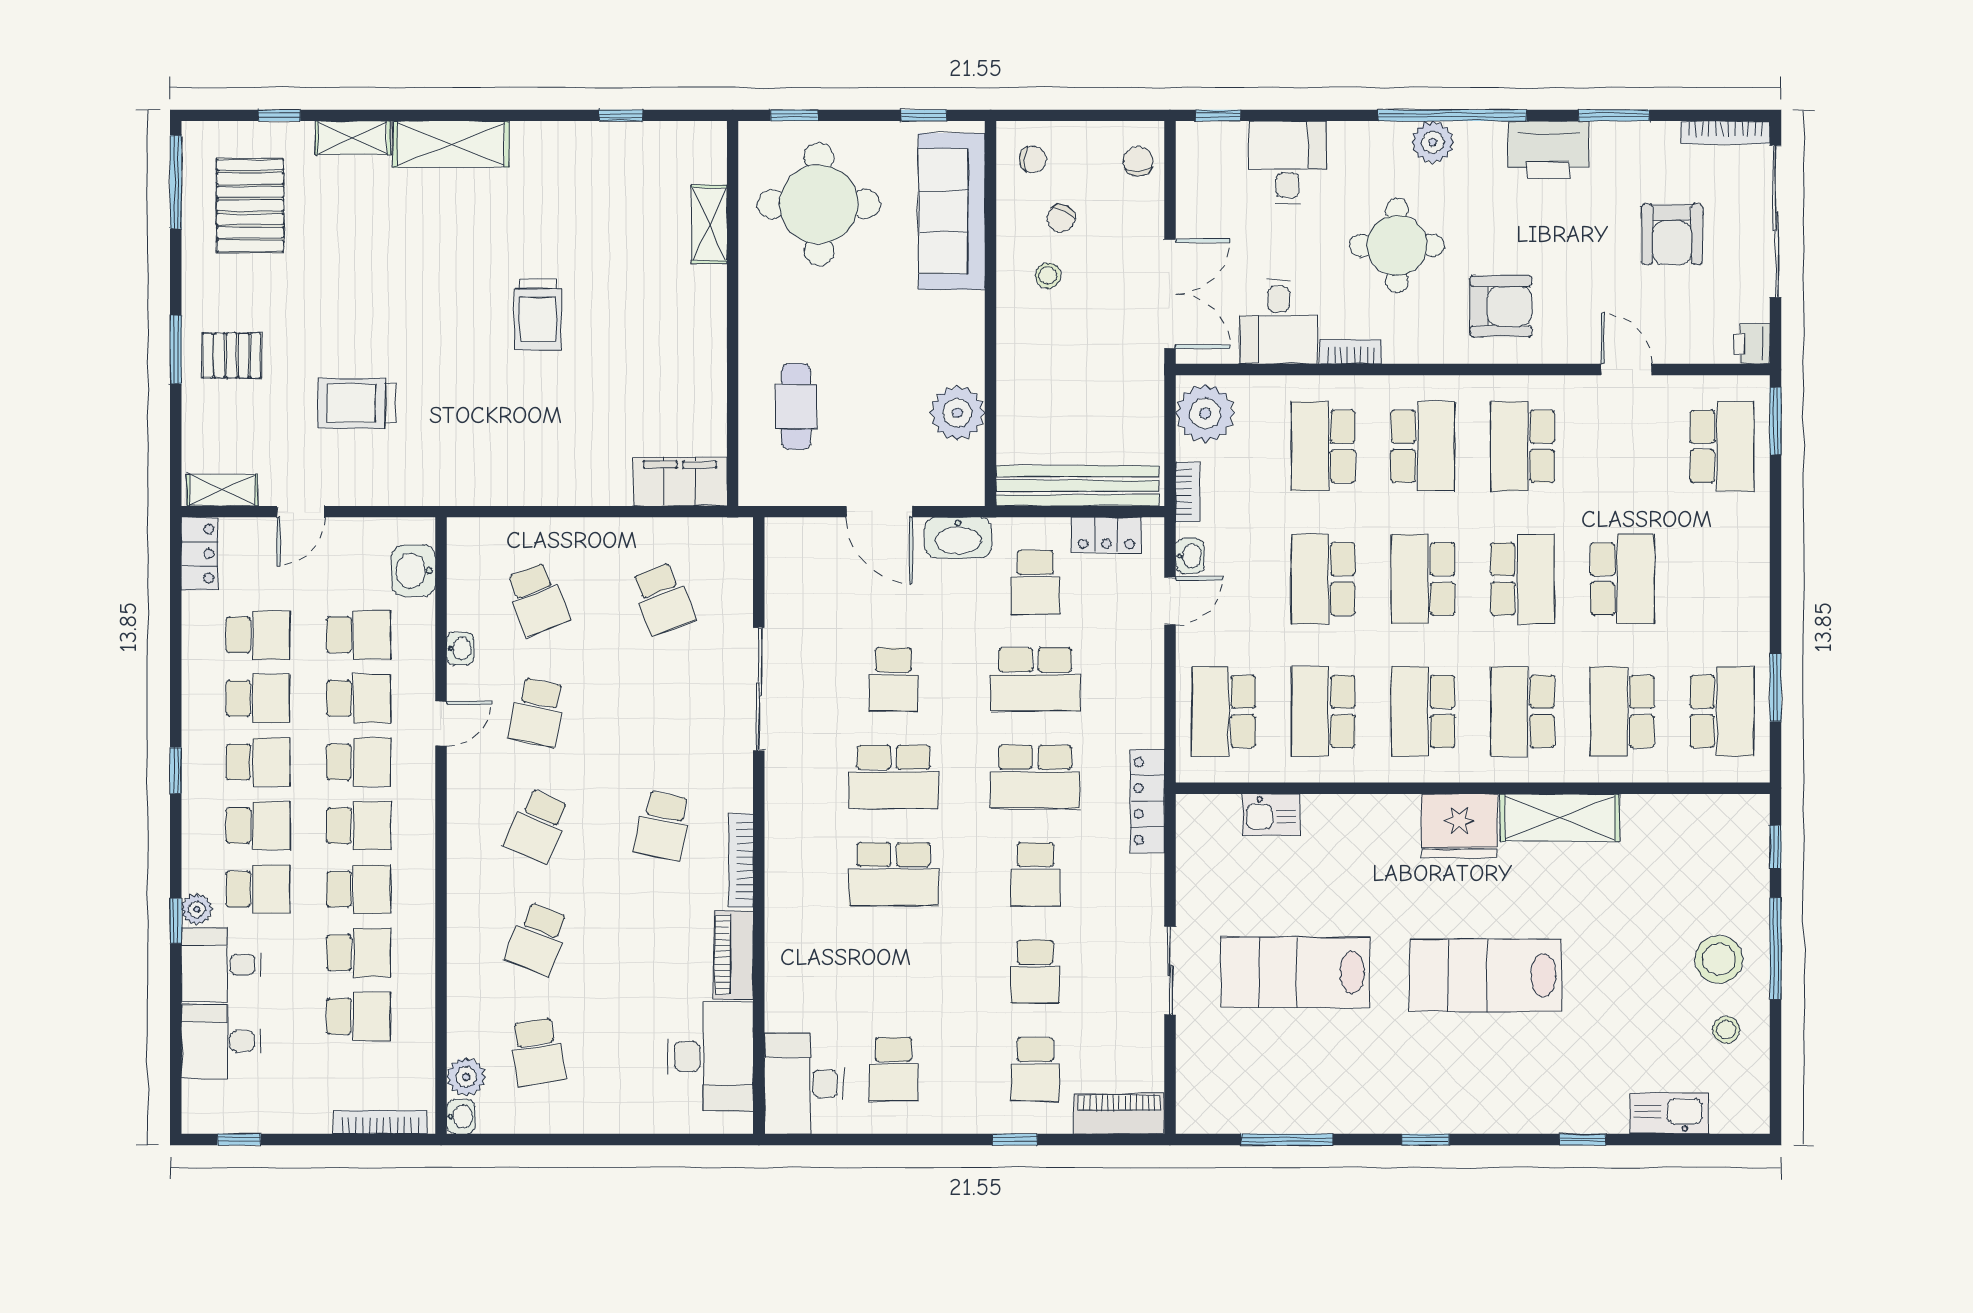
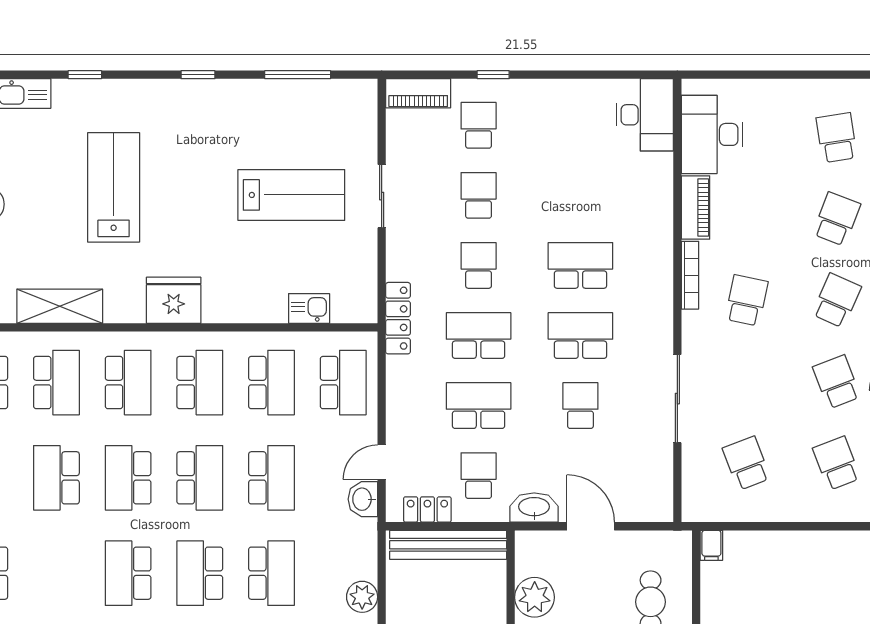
plant: (1205, 413) -> (362, 597), width x0.73, depth x0.73
school desk: (1523, 446) -> (128, 573), turned 180
filing cabinet: (680, 482) -> (711, 545), width x0.33, depth x0.86
bookcase: (1188, 492) -> (369, 540), removed
washbasin: (1190, 556) -> (363, 499), width x1.38, depth x1.45
school desk: (537, 712) -> (837, 382), turned -33
shelving: (1560, 818) -> (60, 306), moved
lab bench: (1486, 975) -> (114, 187), moved, turned -90
school desk: (894, 1069) -> (580, 125), removed

